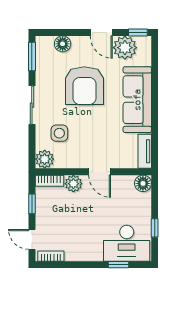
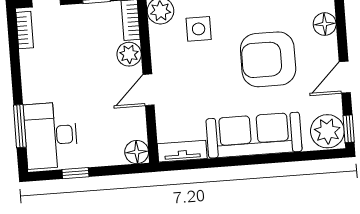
plant: (125, 48) -> (327, 131), moved
window: (119, 265) -> (20, 126), width x1.50

